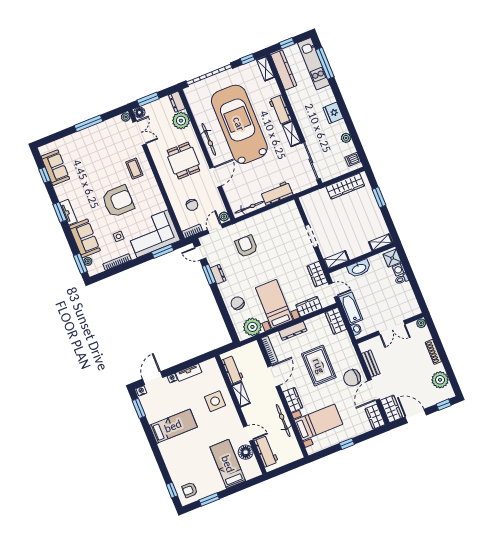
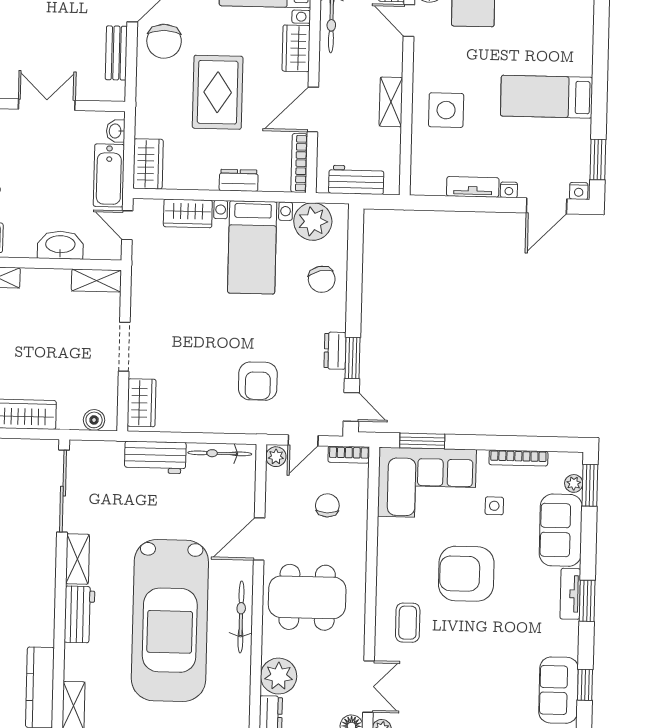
double door: (139, 133) -> (369, 687), swing flipped
dining table: (183, 161) -> (307, 597), width x1.38
boiler: (311, 198) -> (94, 420), added
wardrobe: (317, 274) -> (142, 403), moved
dresser: (293, 331) -> (239, 180), width x0.70
workbench: (232, 370) -> (356, 180), moved, turned 90
chair: (352, 378) -> (164, 41), turned 90

